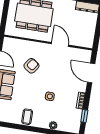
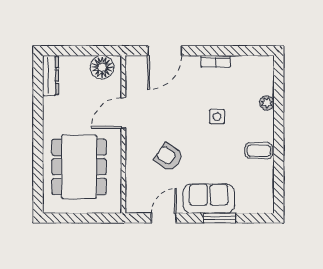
floor lamp: (87, 37) -> (102, 67), added
window: (84, 116) -> (242, 51), removed

